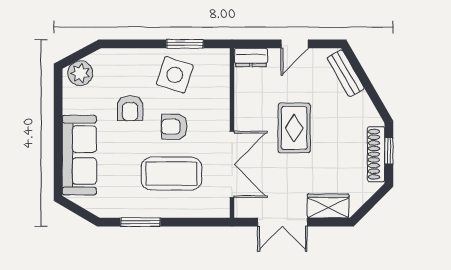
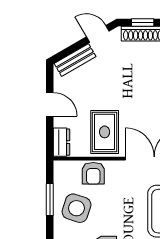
door: (376, 99) -> (98, 34), added
armchair: (174, 127) -> (93, 173), moved
rug: (294, 128) -> (105, 132), moved, turned 90

